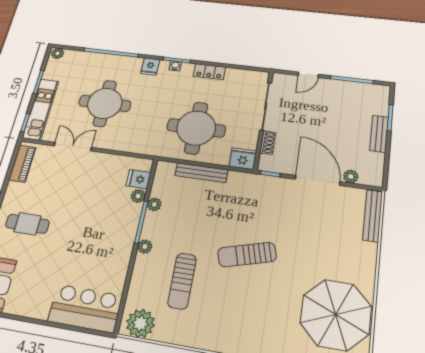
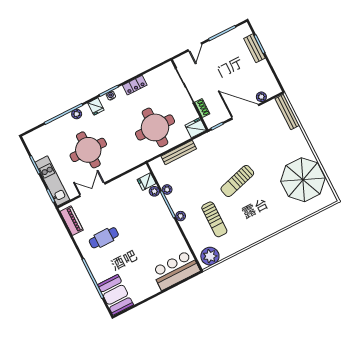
plant: (58, 53) -> (77, 114), moved
bench: (379, 134) -> (254, 48), moved
cafe table: (27, 224) -> (104, 238), moved

